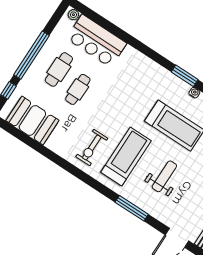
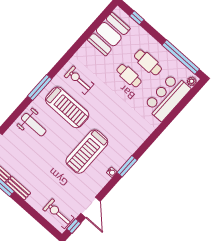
window: (31, 55) -> (181, 57), moved
weight bench: (164, 176) -> (34, 125), moved
window: (132, 208) -> (40, 88), moved

